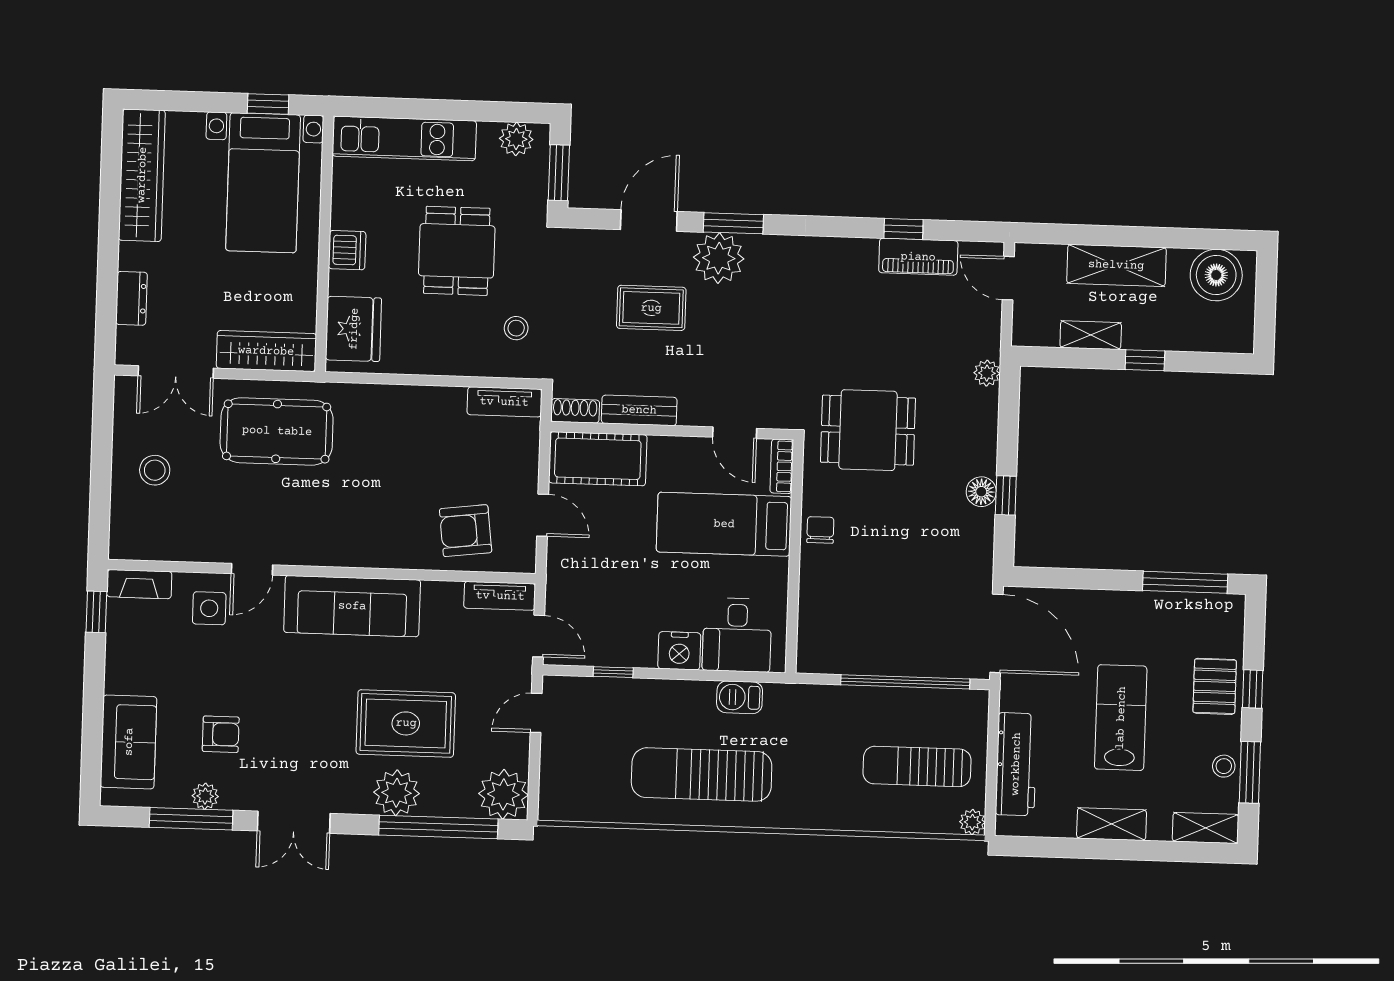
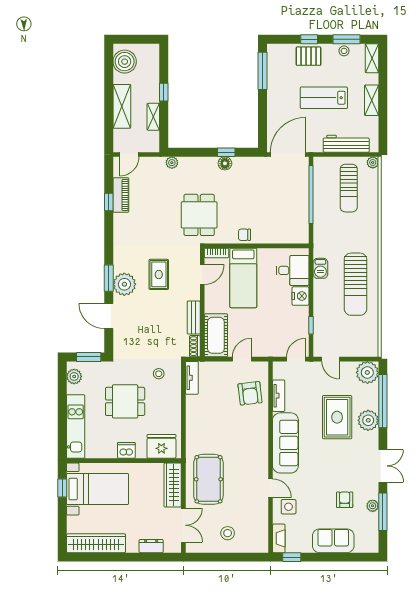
rug: (651, 308) -> (159, 274), moved
tv unit: (500, 596) -> (279, 396), moved
sofa: (129, 742) -> (333, 541), moved

